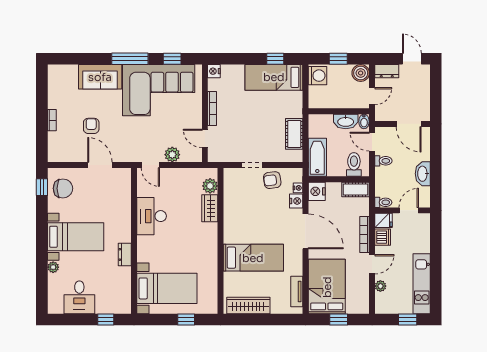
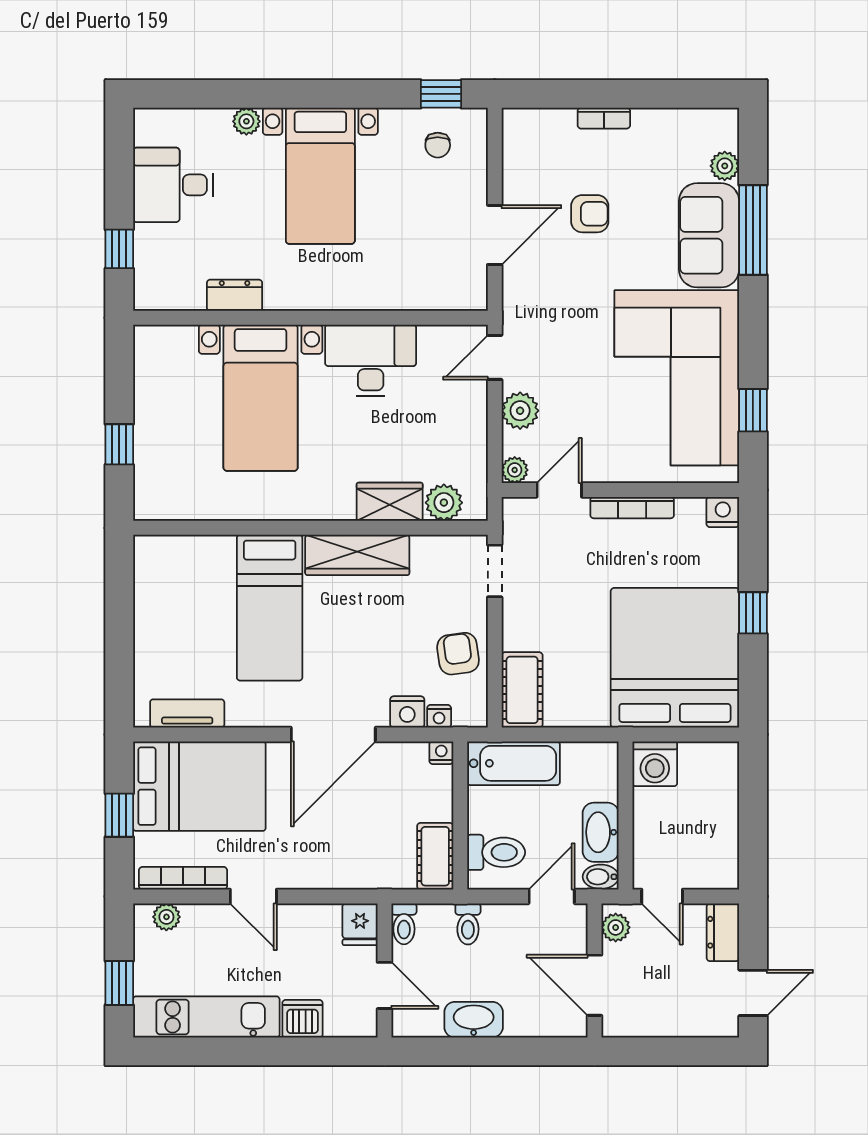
window: (130, 59) -> (753, 230), moved
window: (275, 59) -> (753, 613), moved
window: (338, 59) -> (753, 814), removed
plant: (72, 70) -> (725, 166), added
boiler: (361, 73) -> (718, 869), removed
washing machine: (318, 76) -> (655, 764), moved
bed: (274, 77) -> (675, 658), width x2.04
plant: (385, 115) -> (616, 927), added
door: (409, 124) -> (595, 985), hinge flipped
cot: (294, 134) -> (522, 690), moved, turned 90
plant: (197, 157) -> (515, 470), added
toilet: (383, 161) -> (468, 924), moved
doorway: (252, 165) -> (495, 571), moved
chair: (63, 188) -> (438, 145), width x0.54, depth x0.54
nightstand: (317, 191) -> (441, 753), width x0.53, depth x0.56
bookcase: (365, 235) -> (183, 878), moved
dishwasher: (383, 237) -> (302, 1019), moved, turned 180
dresser: (125, 254) -> (235, 295), moved
plant: (380, 286) -> (166, 917), moved
bed with nightstands: (167, 288) -> (261, 398), moved
wardrobe: (248, 306) -> (357, 555), moved, turned 90

